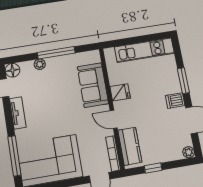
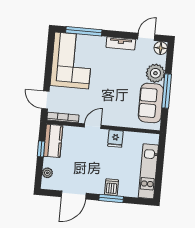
plant: (40, 64) -> (155, 73), width x1.88, depth x1.88
sofa: (93, 85) -> (151, 103), moved, turned -90
dishwasher: (175, 101) -> (112, 187), moved
kitchen counter: (130, 146) -> (53, 141), moved, turned -90
plant: (189, 152) -> (47, 173), moved

